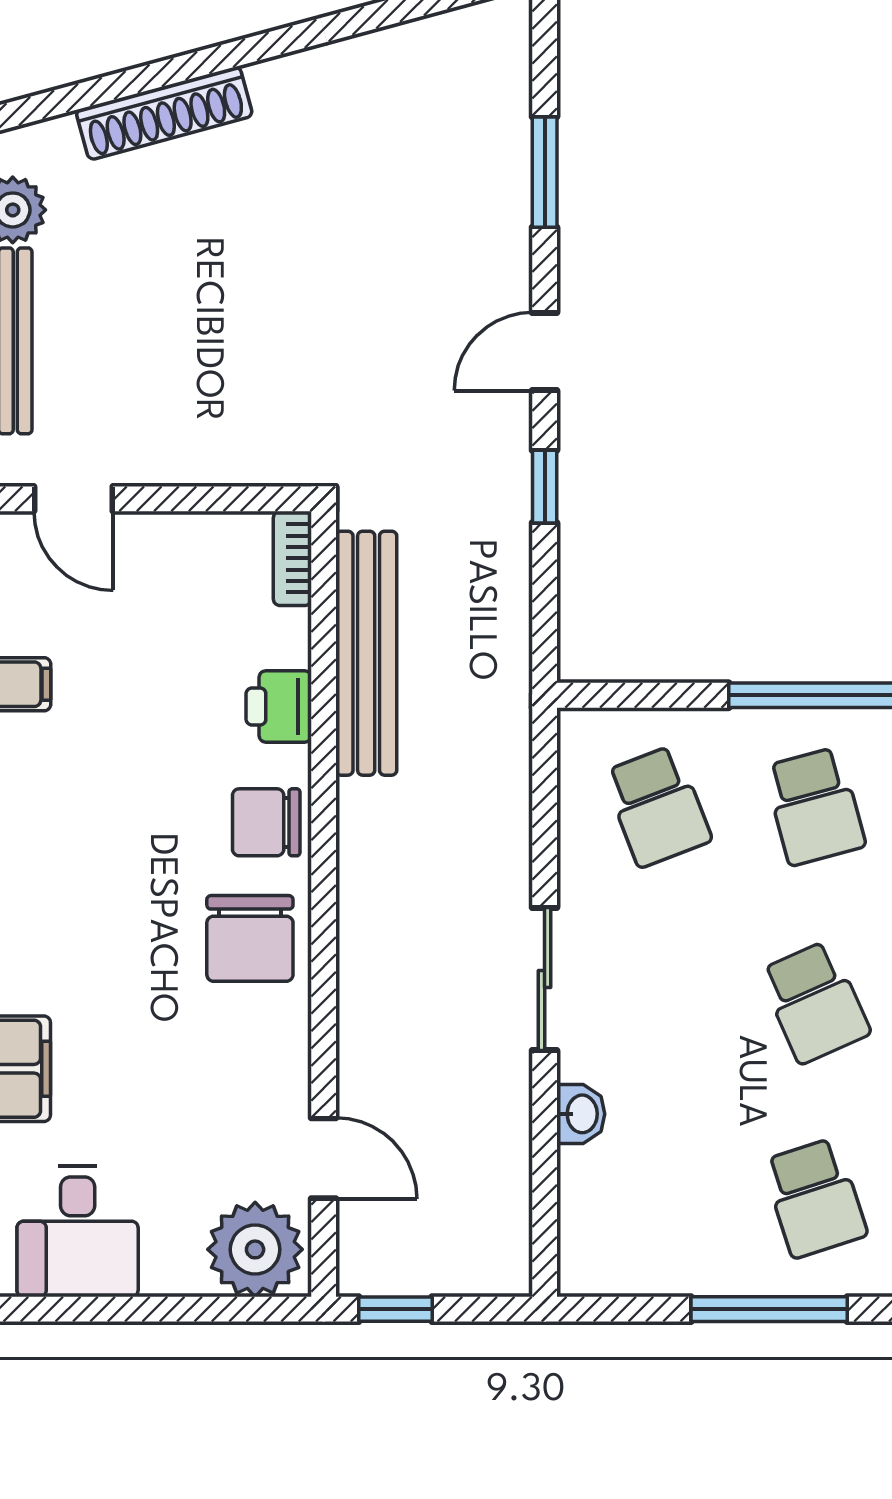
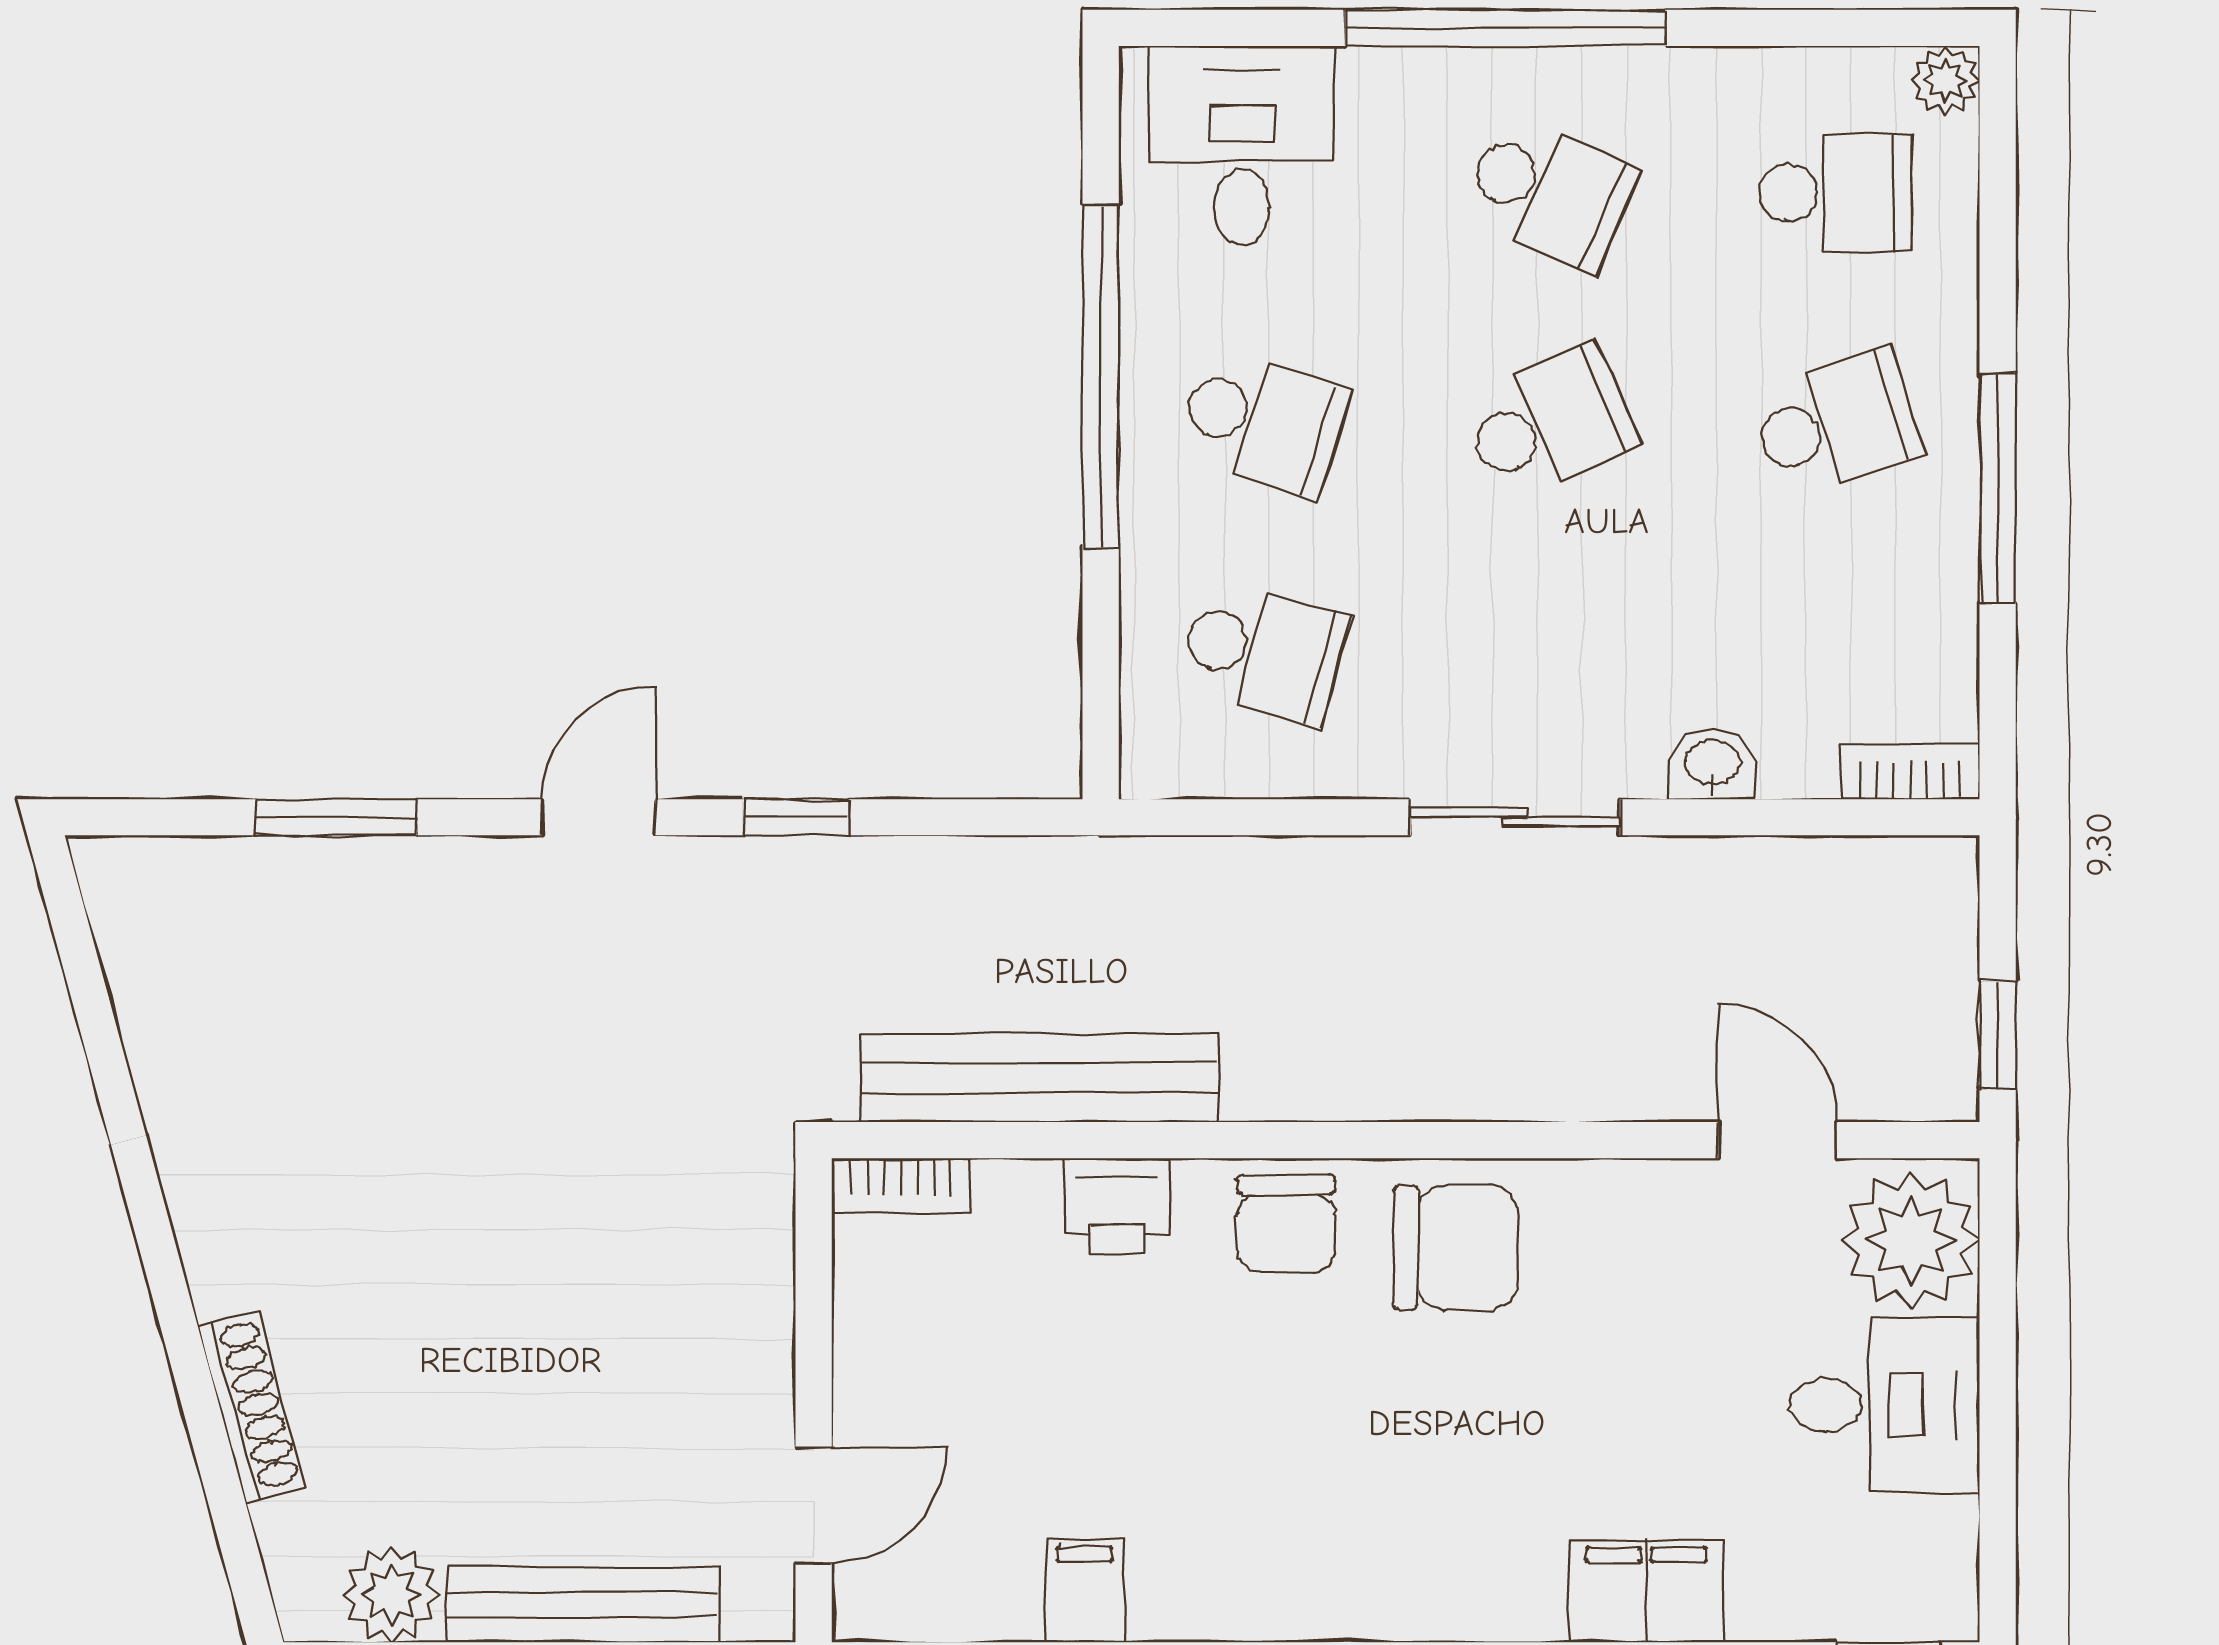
shoe rack: (164, 113) -> (252, 1407), width x0.74, depth x0.81
door: (545, 352) -> (598, 817), swing flipped
school desk: (657, 806) -> (1263, 652), turned 36
school desk: (815, 806) -> (1263, 423), turned 33
door: (324, 1158) -> (1777, 1140), hinge flipped
desk: (78, 1232) -> (1884, 1405), moved
bookcase: (576, 1249) -> (1910, 772), added

